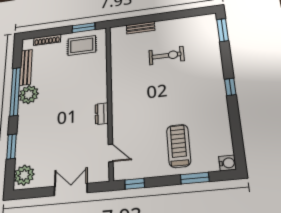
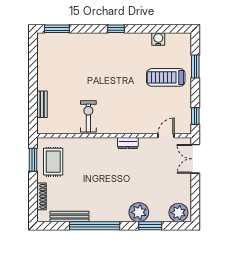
exercise bike: (167, 56) -> (88, 116), moved
plant: (29, 95) -> (139, 212), moved
water cooler: (227, 163) -> (158, 39), moved
double door: (71, 190) -> (195, 159), moved

